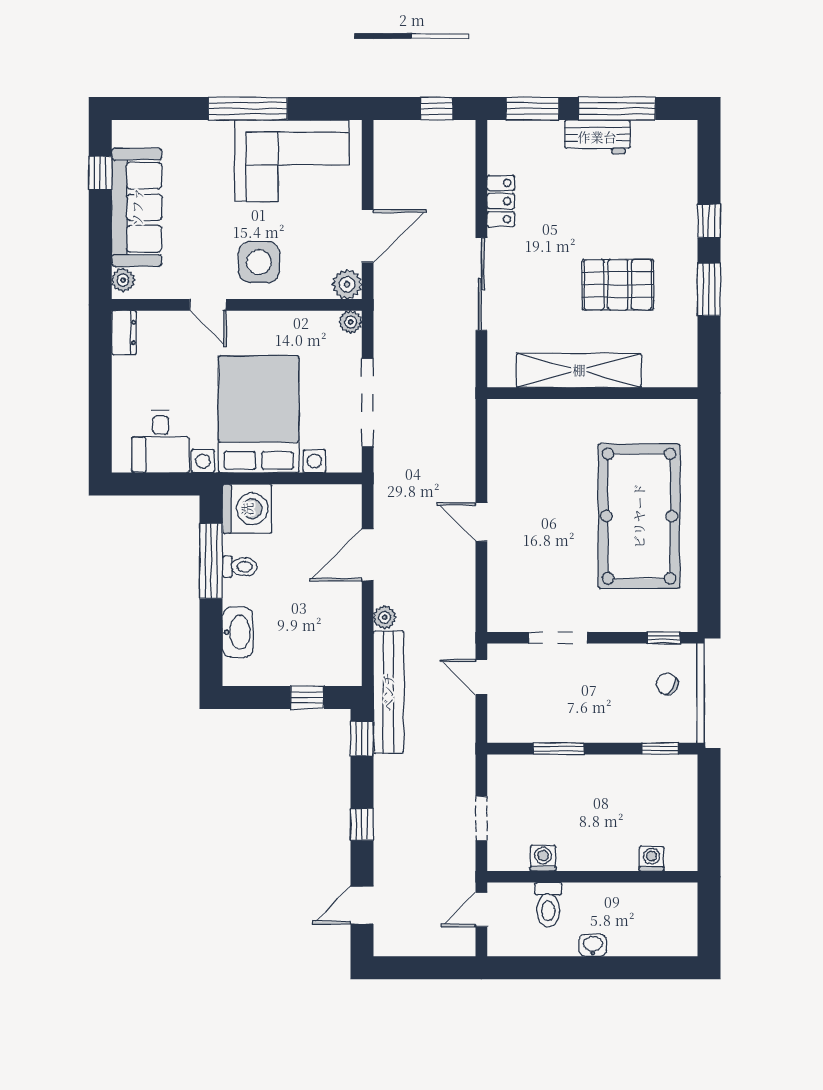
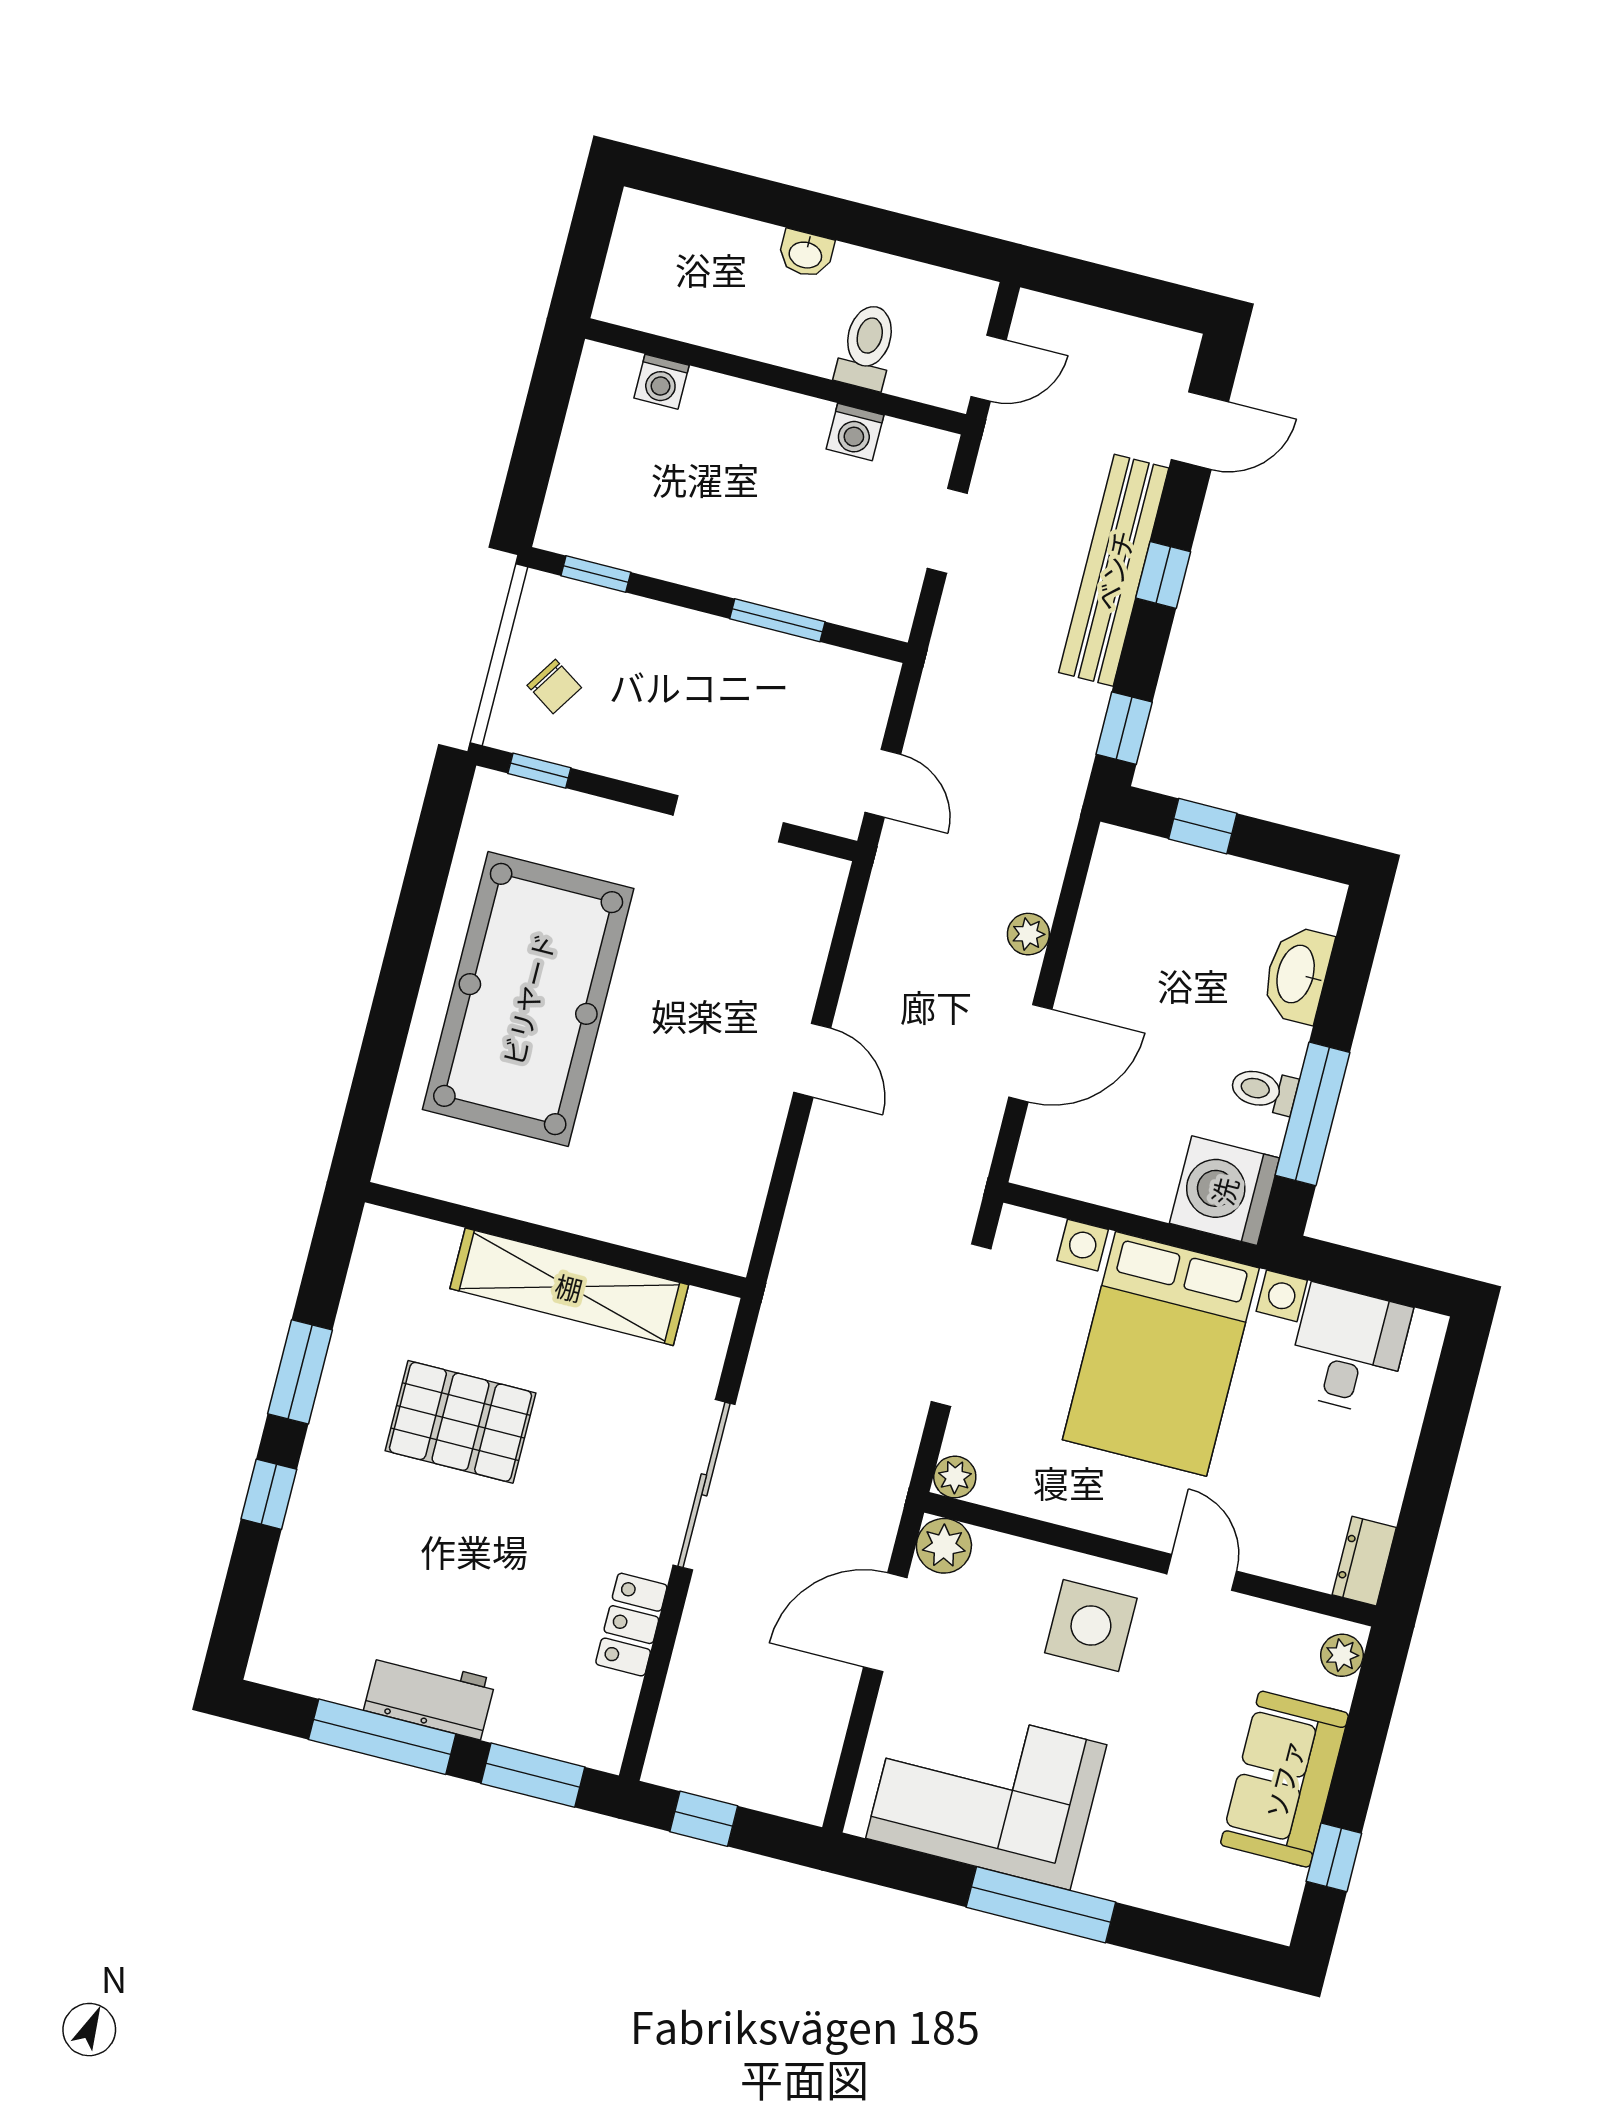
sofa: (137, 207) -> (1284, 1779), width x0.73
bench: (388, 692) -> (1114, 570), moved

